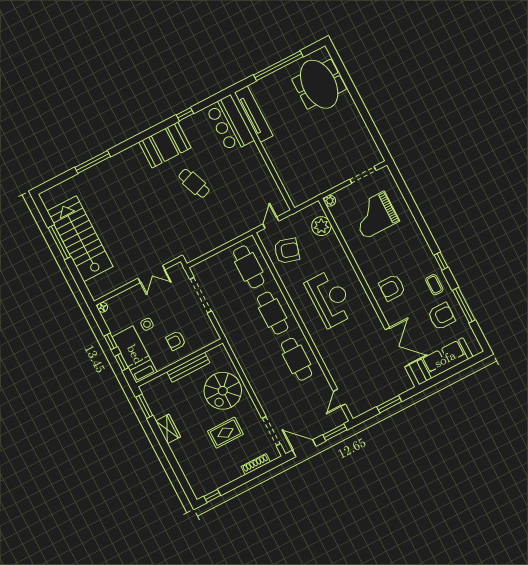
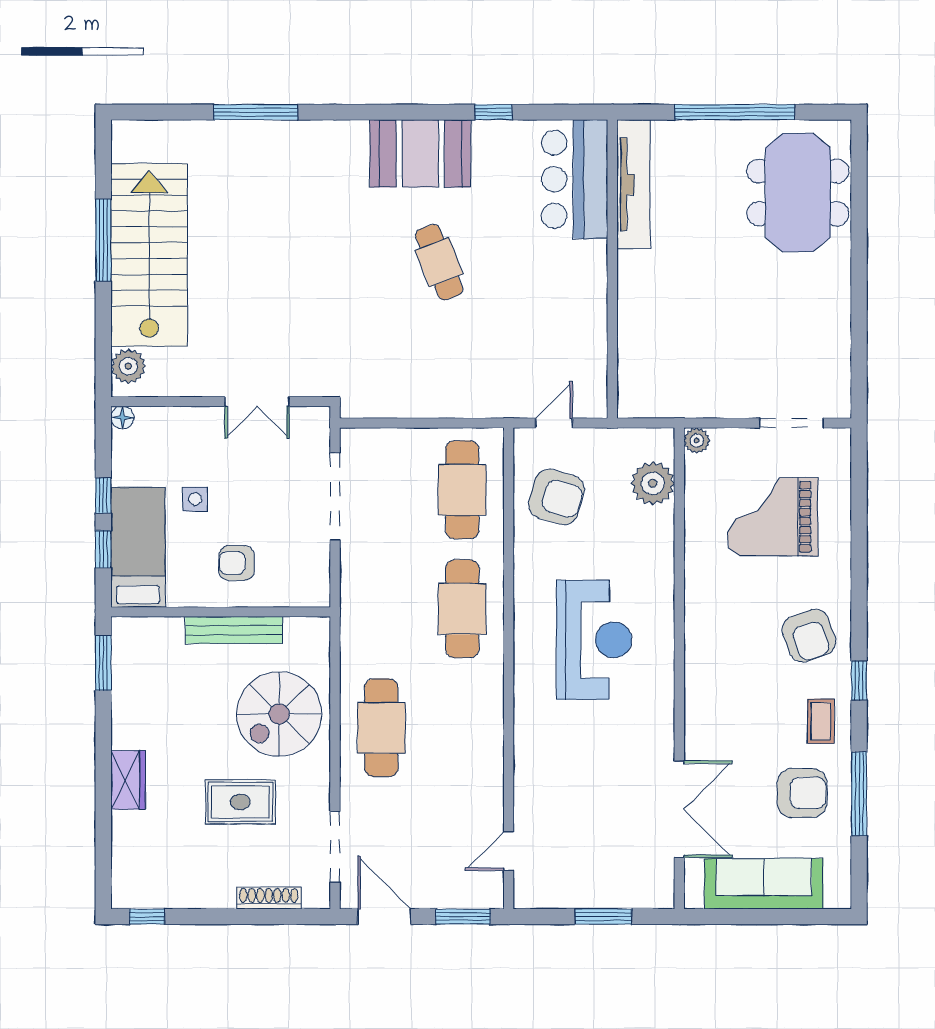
plant: (94, 286) -> (128, 366), added
armchair: (392, 288) -> (809, 636), moved, turned -110
cafe table: (297, 359) -> (381, 728), moved
wardrobe: (168, 429) -> (128, 780), moved

